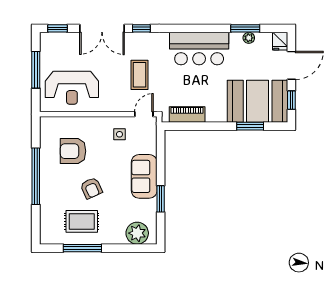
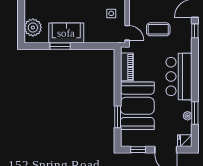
booth: (258, 101) -> (137, 106), moved
sofa: (144, 176) -> (66, 33), moved

